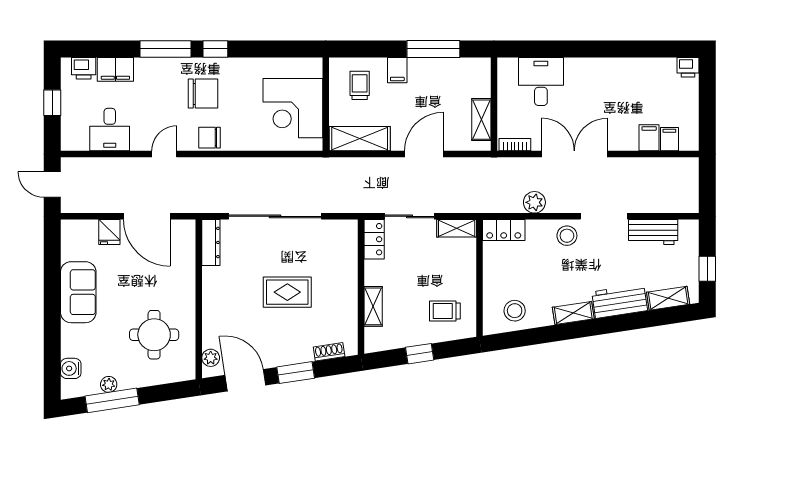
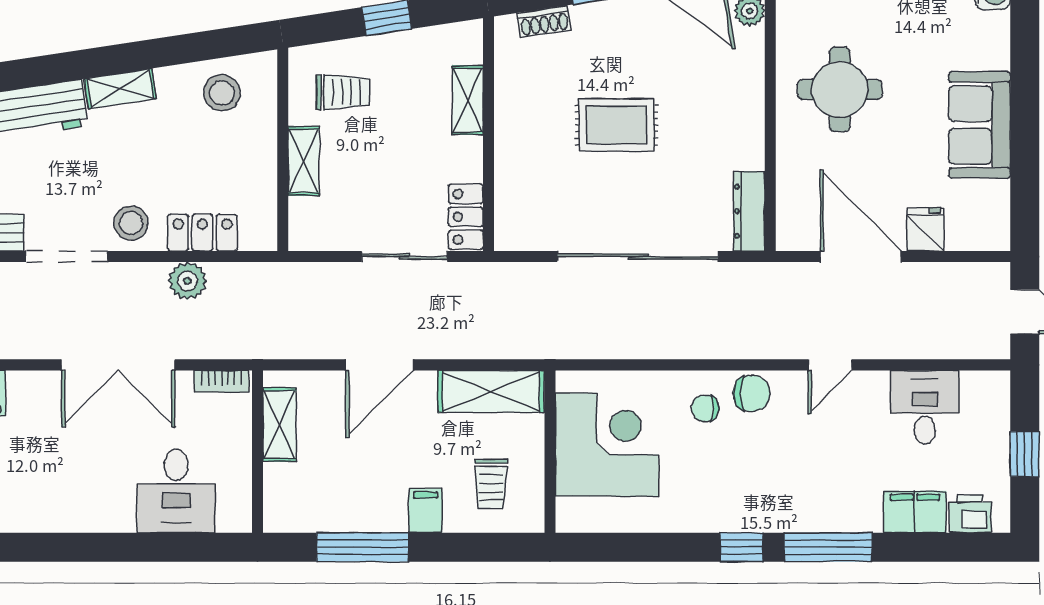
chair: (203, 94) -> (705, 408), moved, width x0.54, depth x0.54
shelving: (457, 228) -> (304, 161), moved, turned 90
locker: (504, 230) -> (203, 233), moved
round table: (154, 335) -> (840, 90), moved

